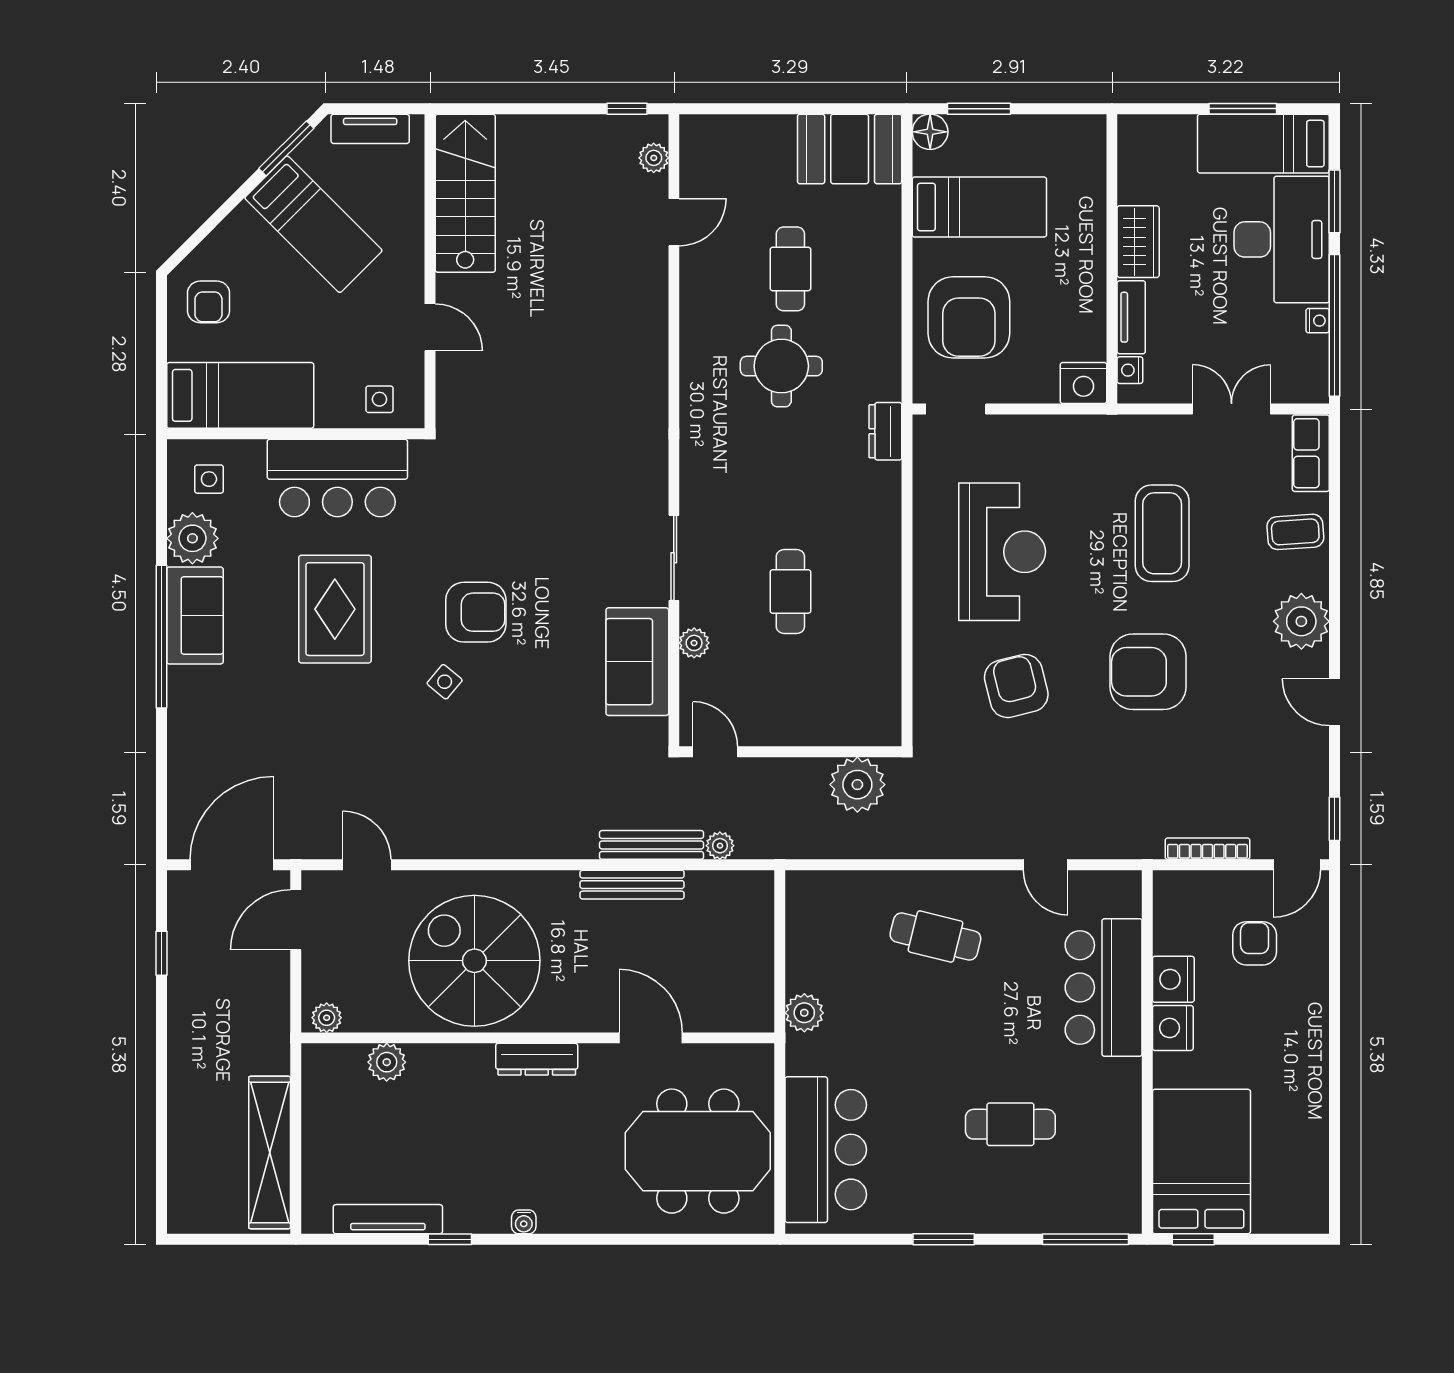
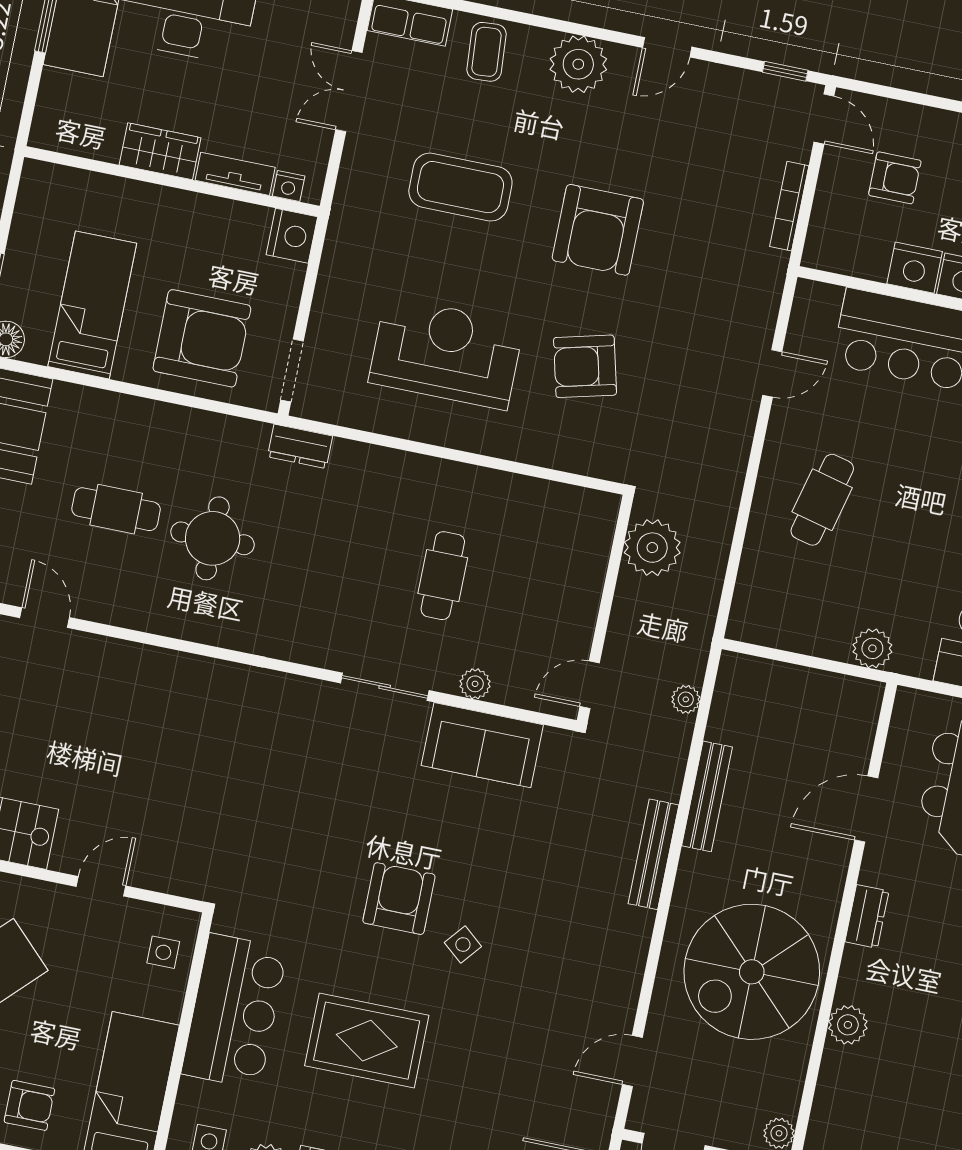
cafe table: (790, 591) -> (443, 576), turned 90
bench: (652, 845) -> (654, 854), moved
armchair: (1255, 943) -> (895, 178), turned 180
dresser: (537, 1059) -> (867, 916), width x0.70
plant: (387, 1062) -> (848, 1025), moved

